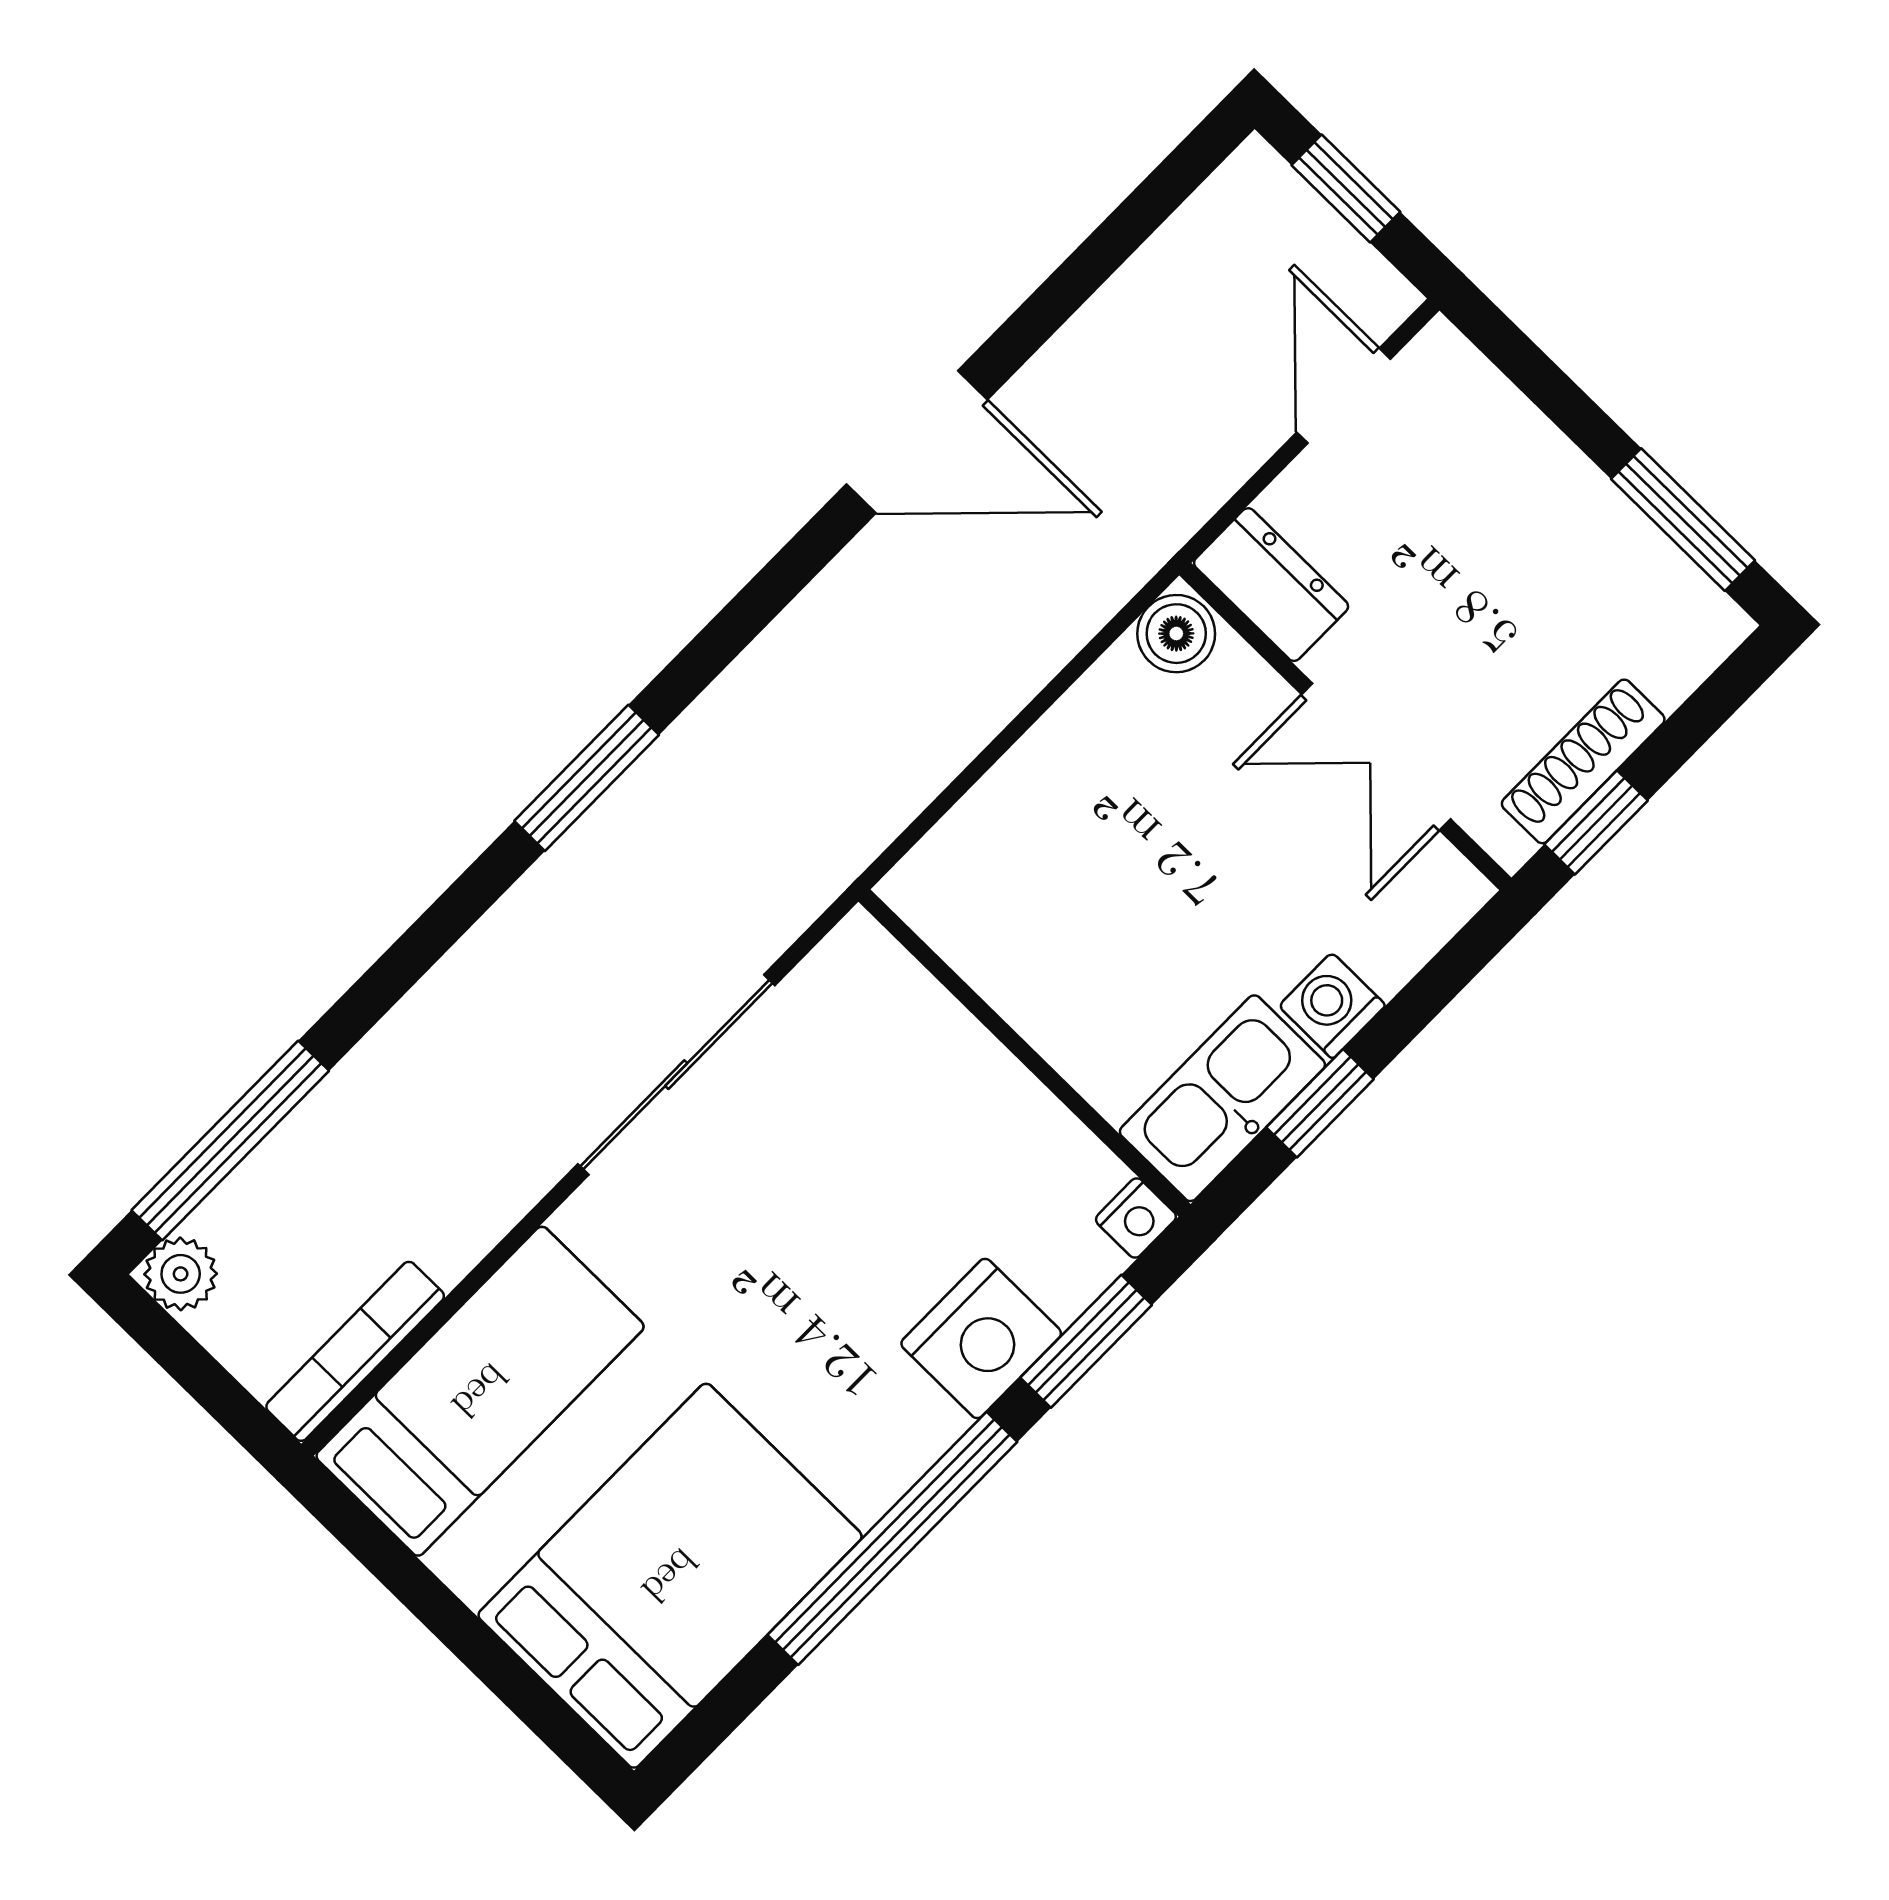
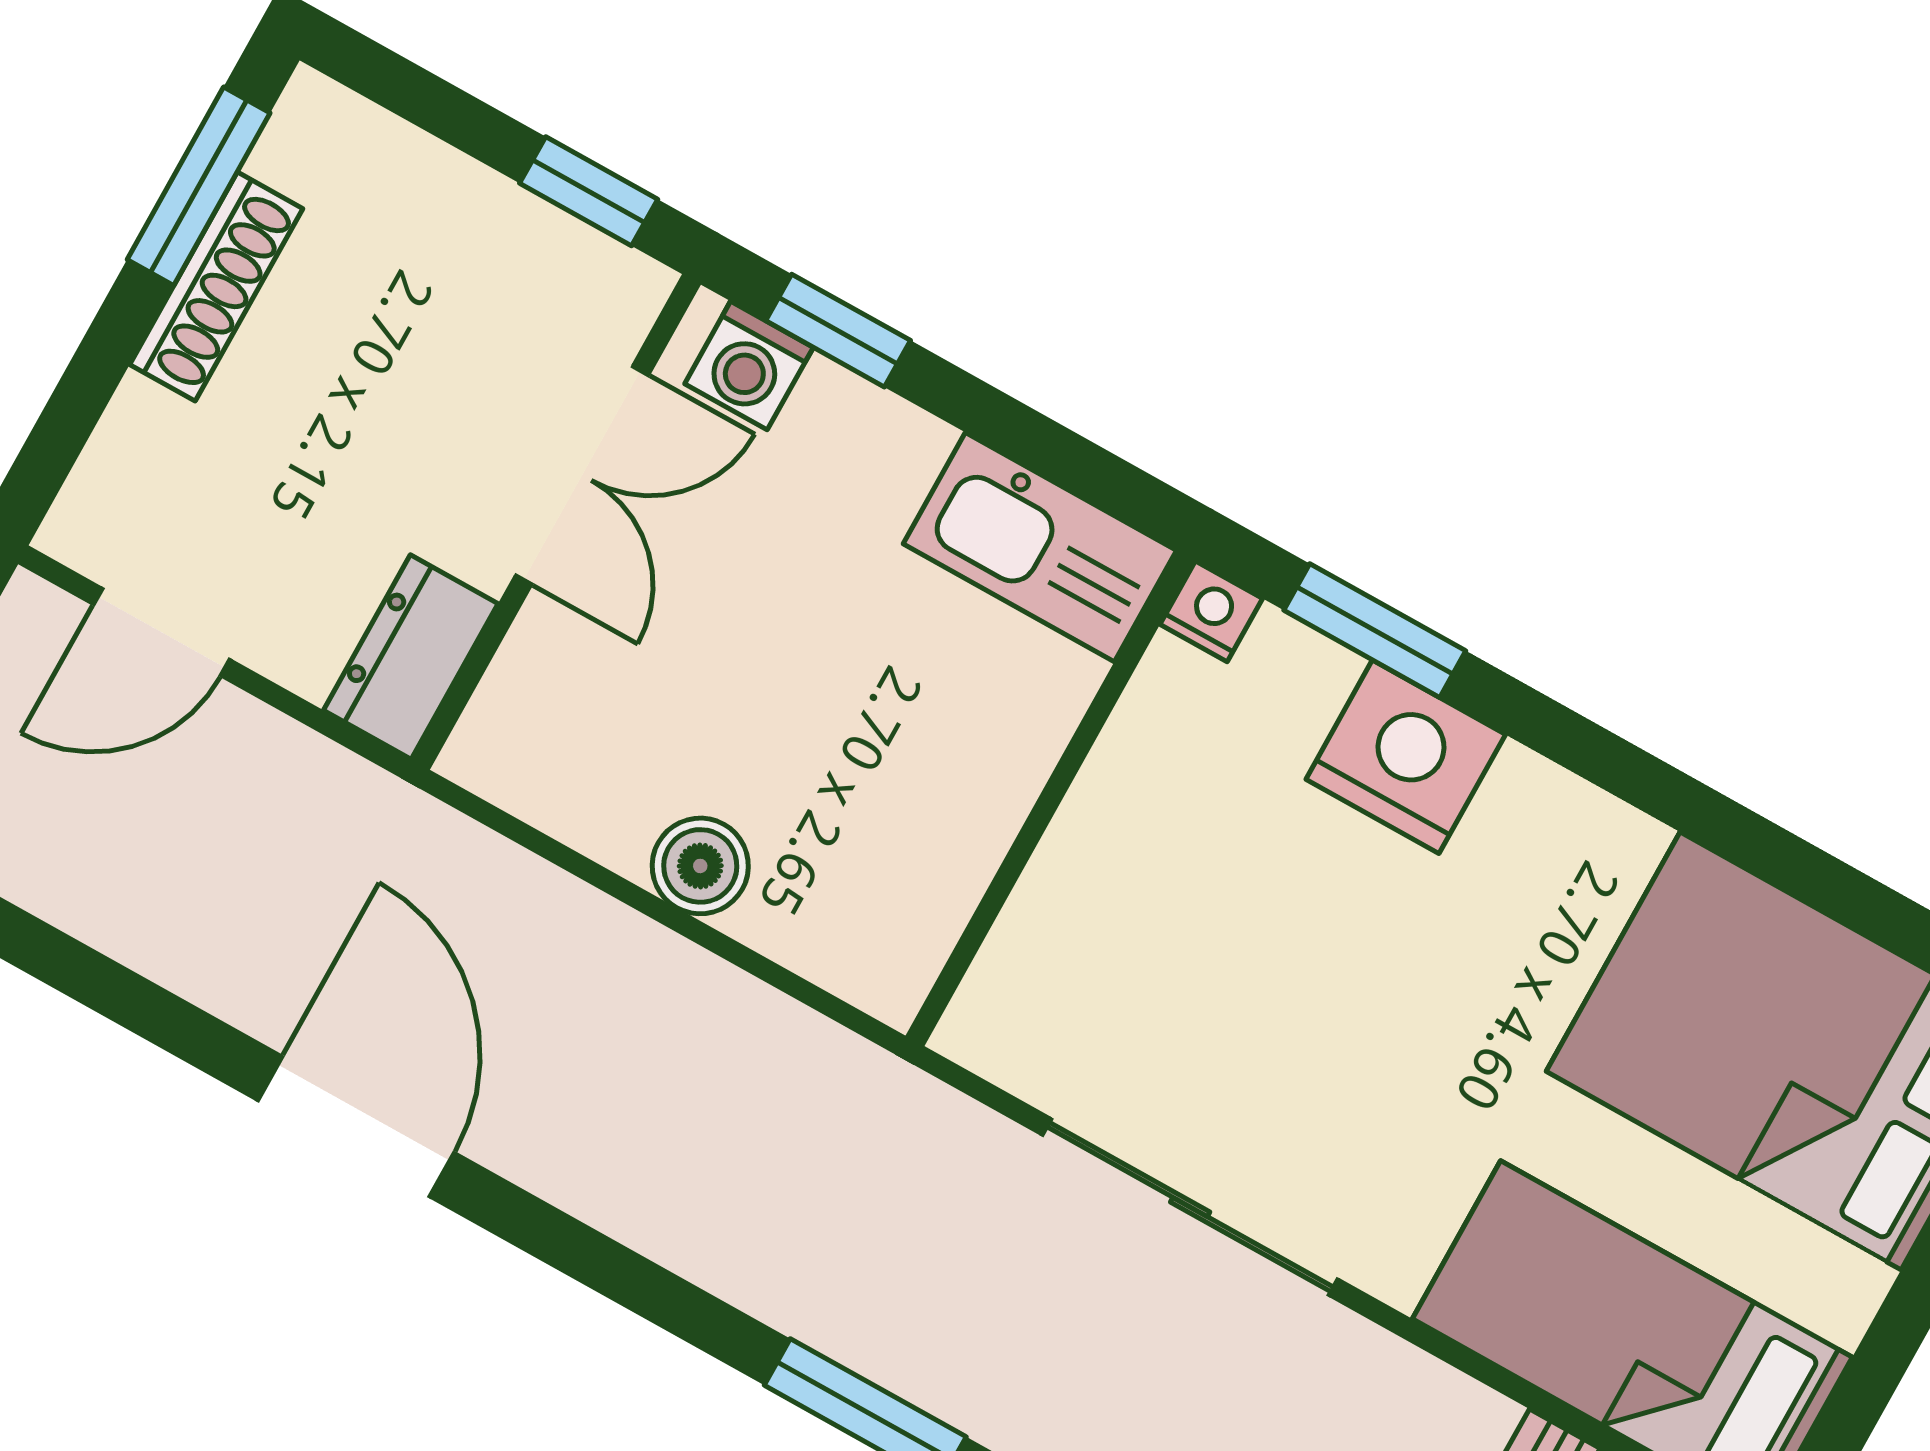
boiler: (1176, 634) -> (700, 866), moved
shoe rack: (1583, 761) -> (216, 287), moved, turned -90
washing machine: (1332, 1006) -> (749, 366), moved
window: (1320, 1103) -> (838, 331), moved
window: (892, 1538) -> (1673, 797), removed

